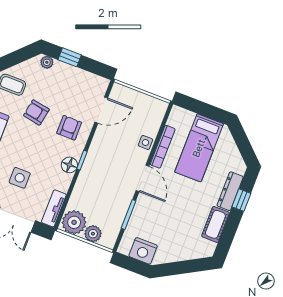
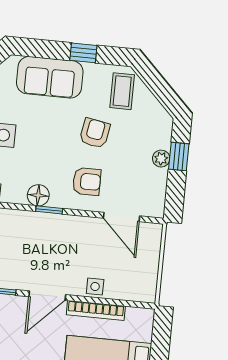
plant: (47, 62) -> (161, 159), moved

